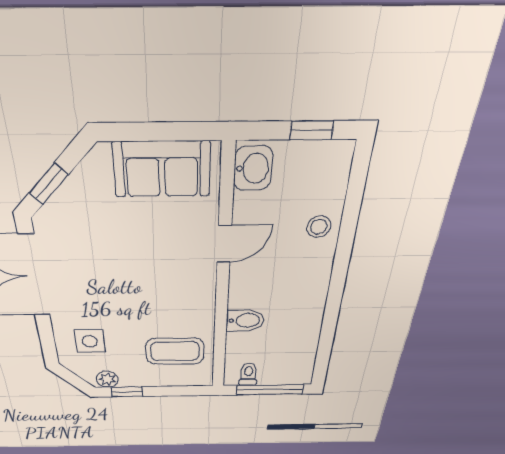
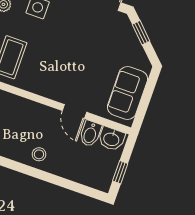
stool: (319, 227) -> (39, 154), moved
bidet: (245, 320) -> (90, 134), moved

